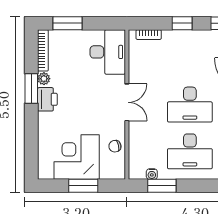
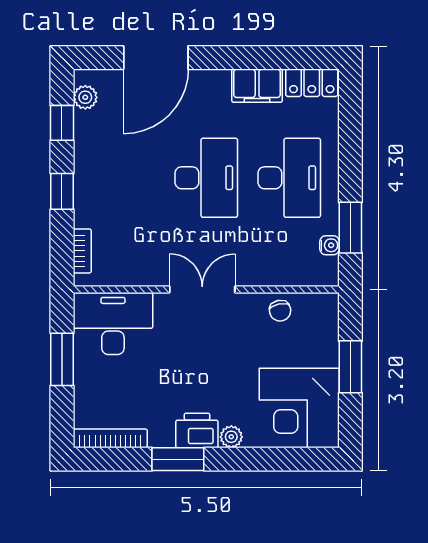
window: (68, 23) -> (62, 359), moved
plant: (44, 79) -> (231, 437), moved
corner desk: (77, 157) -> (299, 408), moved

